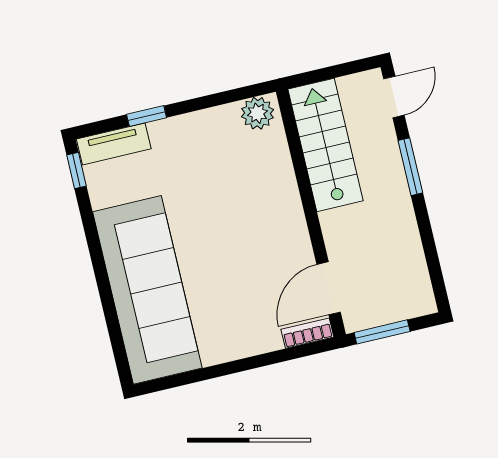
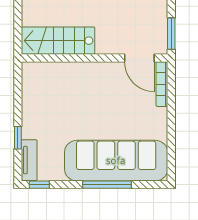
plant: (257, 113) -> (31, 75), removed
window: (103, 284) -> (107, 185), added
bookcase: (307, 333) -> (162, 84), width x1.56

